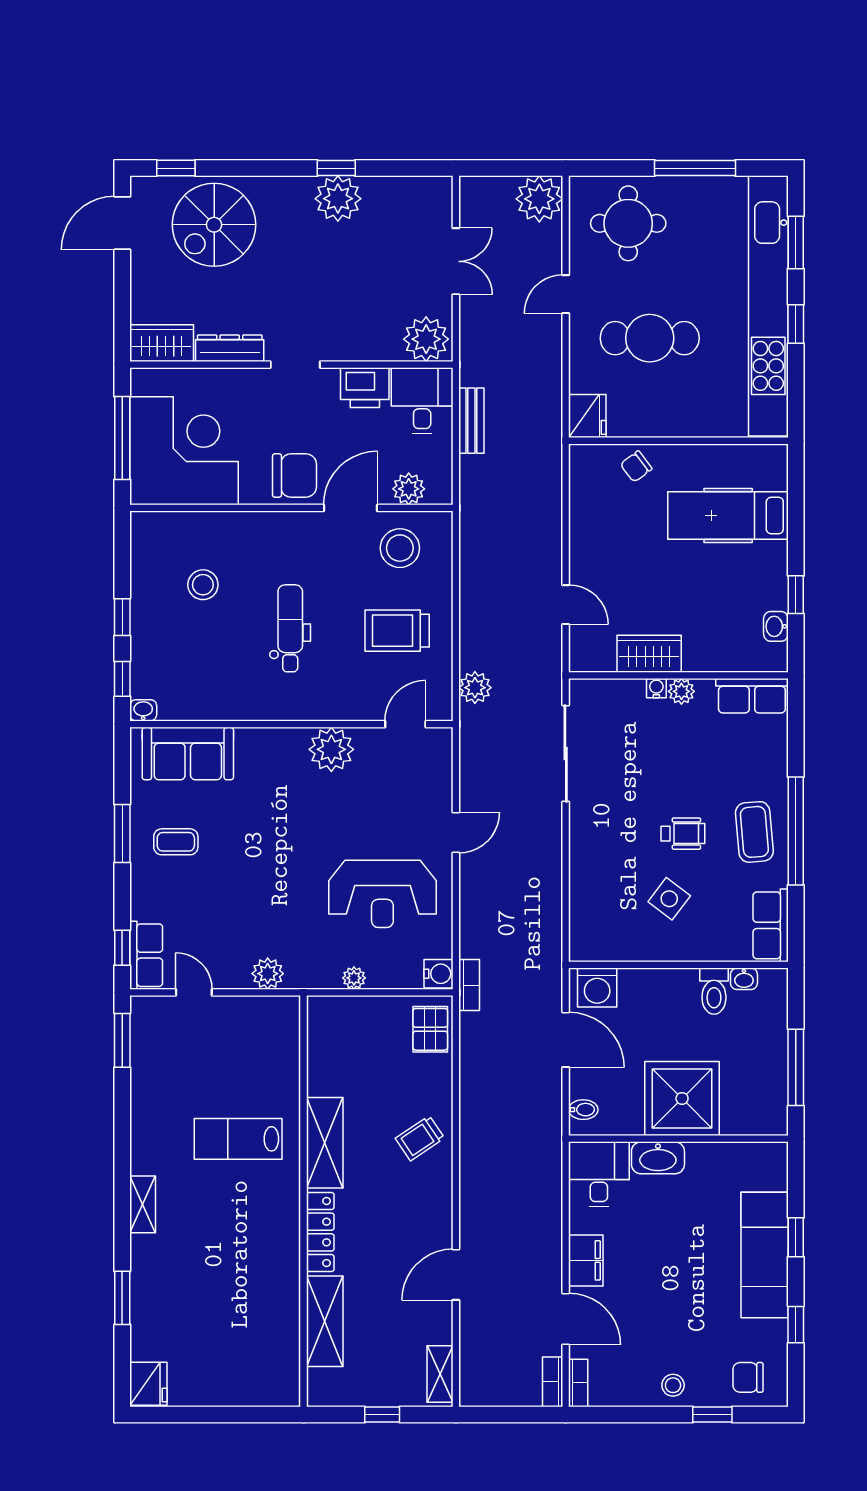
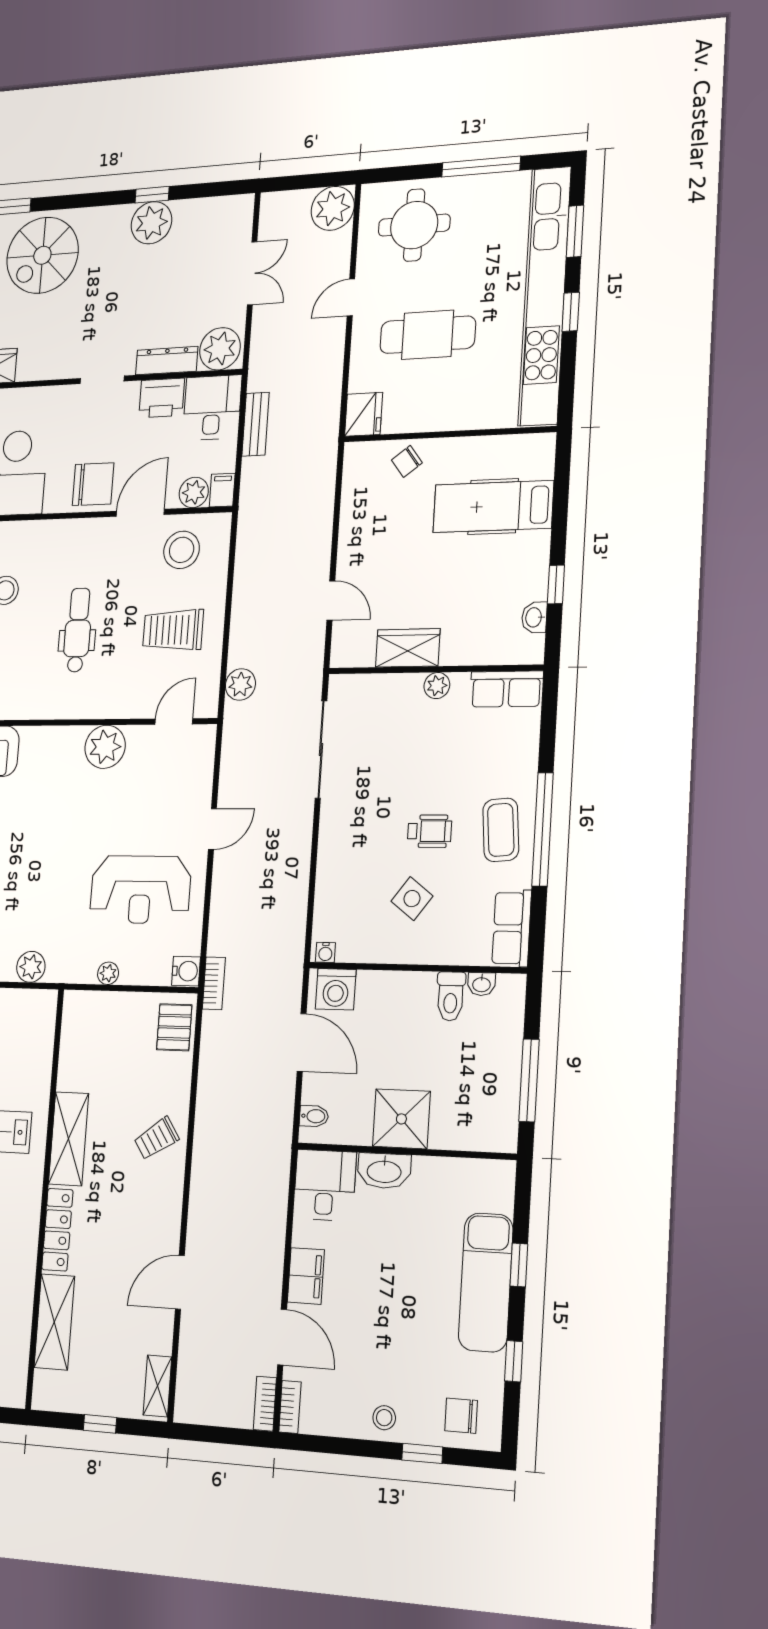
dresser: (230, 348) -> (167, 361), moved
filing cabinet: (440, 488) -> (222, 490), added
water cooler: (656, 688) -> (325, 952), moved, turned 180
shower: (682, 1098) -> (401, 1119), width x0.73, depth x0.73

